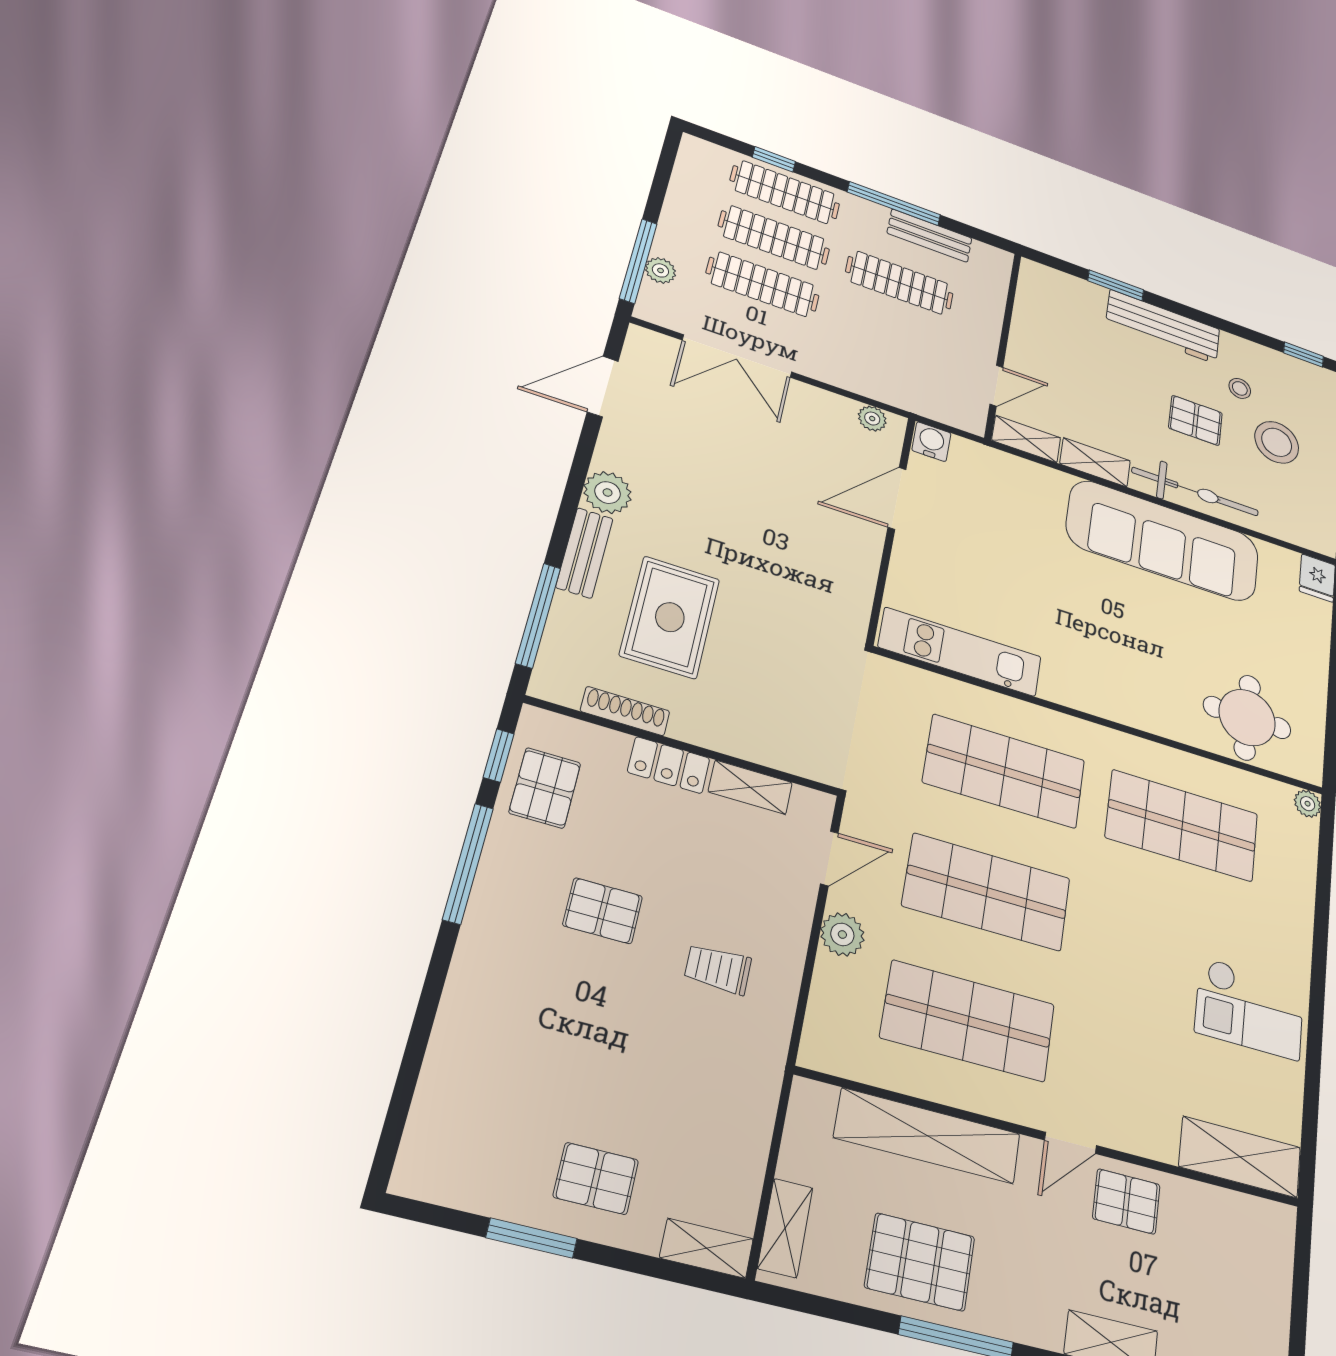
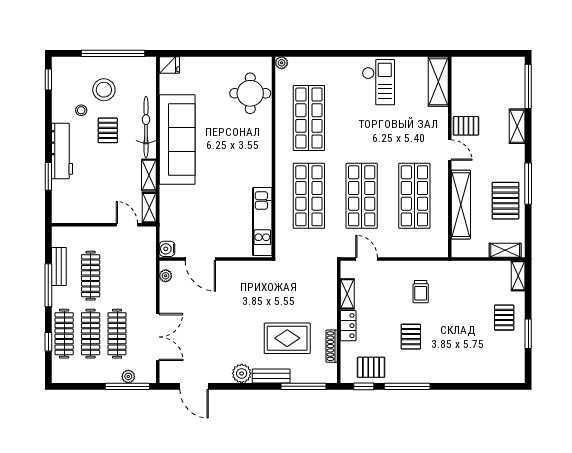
plant: (842, 934) -> (395, 249), removed
pallet: (1126, 1201) -> (466, 126), turned 90

